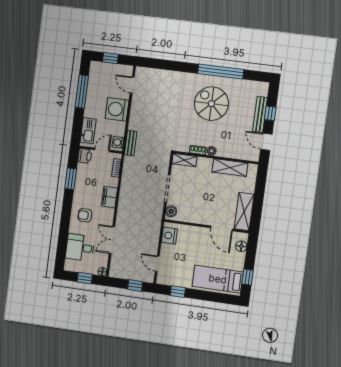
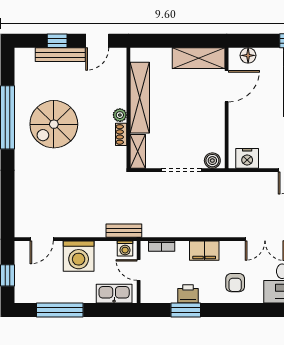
printer: (85, 156) -> (188, 294), moved
shelving: (230, 168) -> (140, 98), width x1.47

